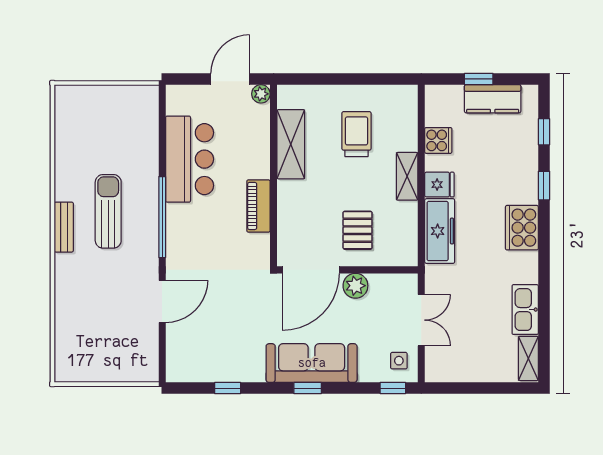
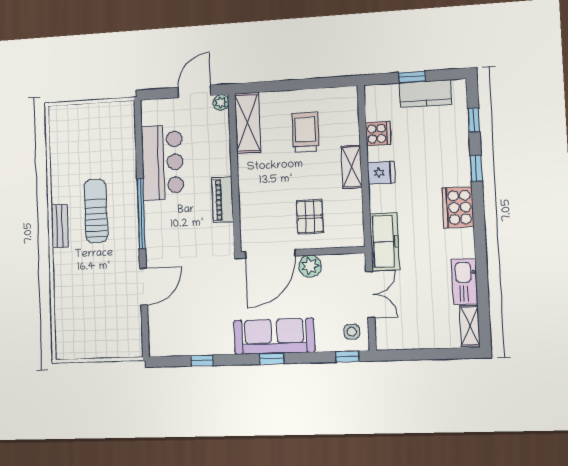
shelving: (291, 144) -> (248, 123), moved
freezer: (440, 231) -> (384, 242), moved

